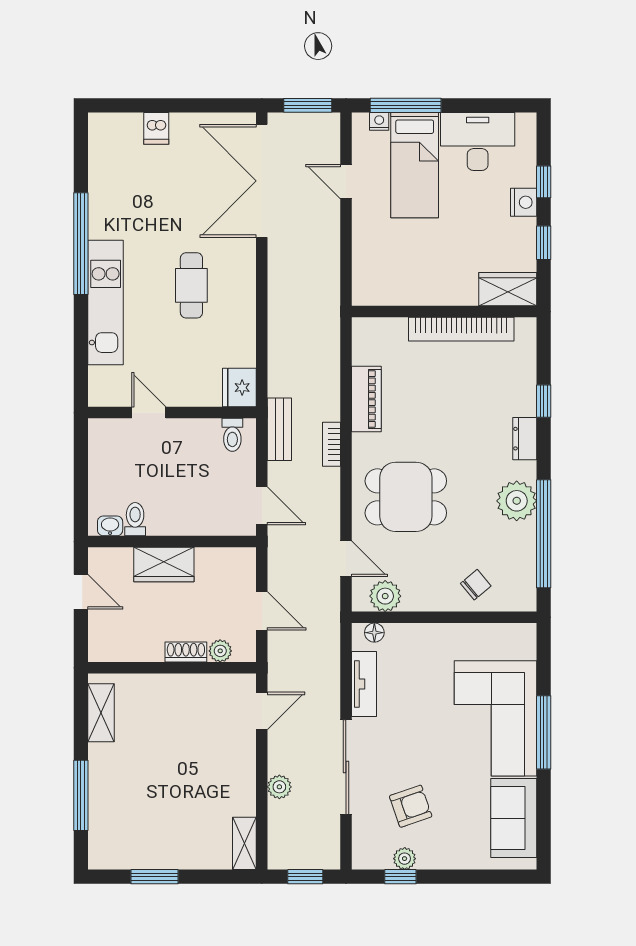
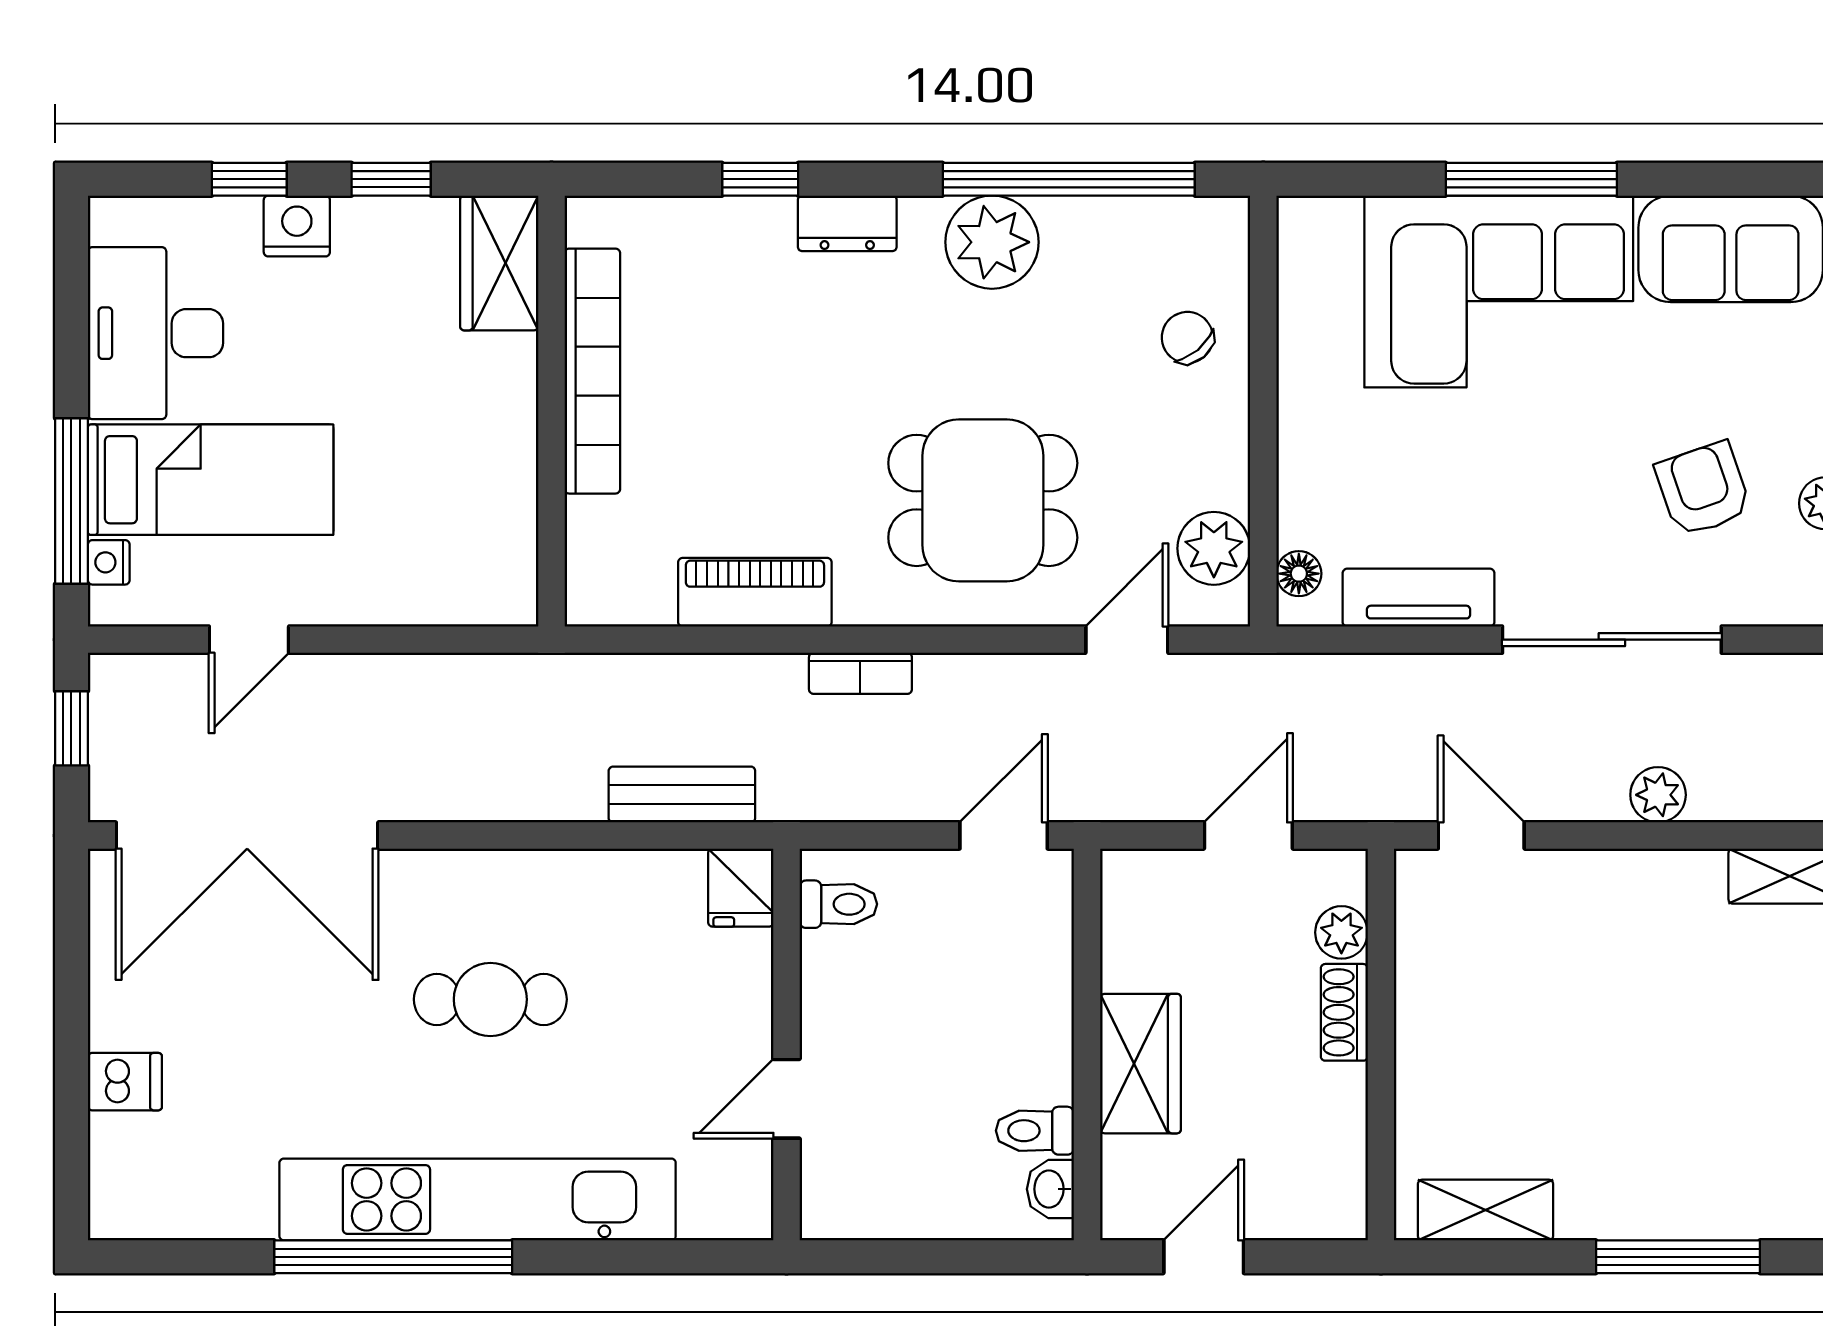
window: (308, 105) -> (71, 728), width x0.67
kitchen unit: (106, 303) -> (478, 1199), width x1.36
fridge: (239, 388) -> (741, 888), width x0.72
bench: (279, 429) -> (682, 794), moved
dining table: (406, 497) -> (983, 500), turned 90

